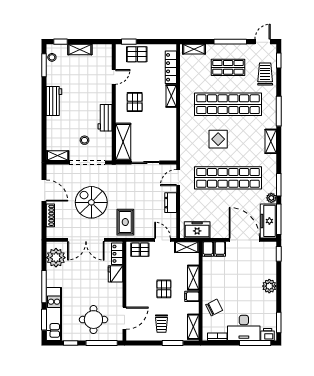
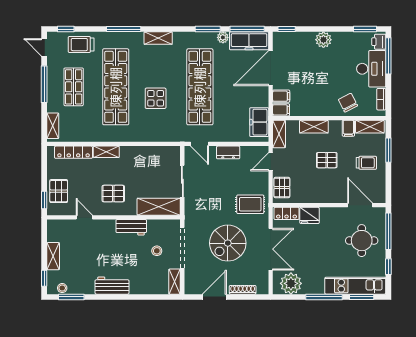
filing cabinet: (192, 296) -> (348, 128), moved

